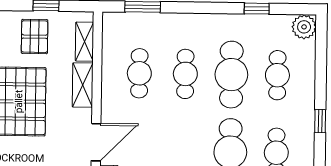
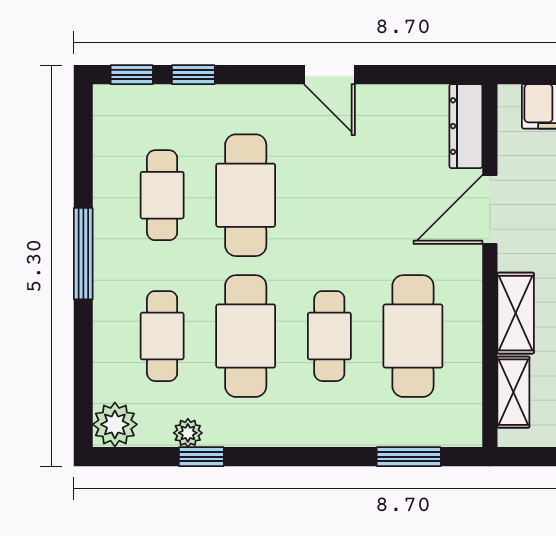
plant: (264, 22) -> (188, 433), added
cafe table: (139, 73) -> (413, 336), width x1.37, depth x1.35
window: (320, 121) -> (83, 254), width x2.17

